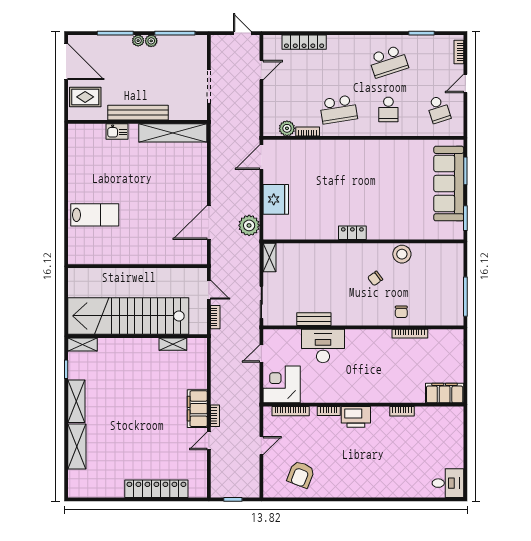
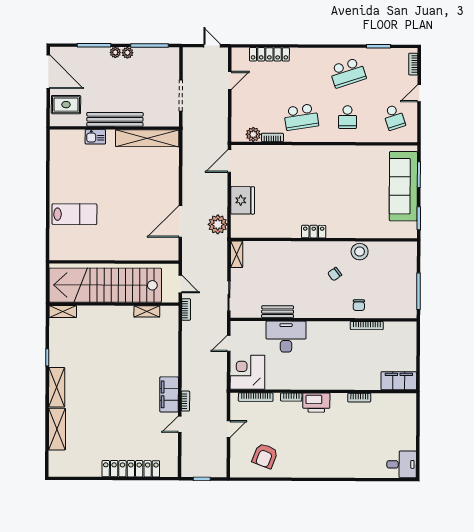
stairs: (128, 316) -> (105, 285), moved
wall: (137, 336) -> (114, 304), moved
shelving: (173, 344) -> (147, 311), moved
shelving: (82, 345) -> (63, 312), moved

